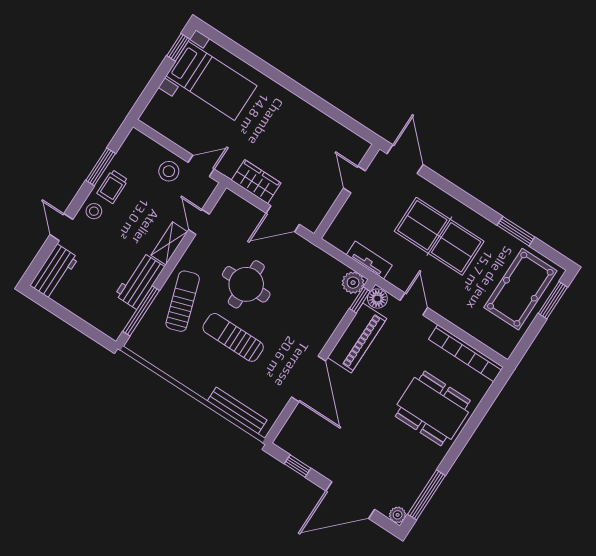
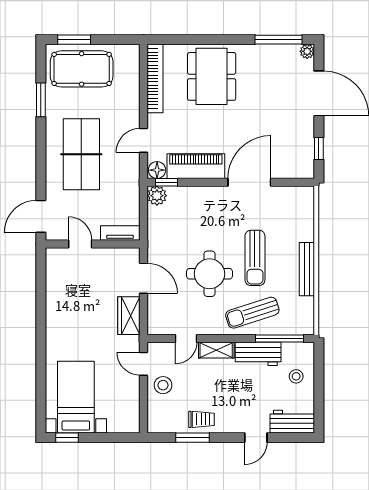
door: (354, 180) -> (80, 244), swing flipped
stool: (94, 211) -> (296, 376), moved
tv unit: (369, 260) -> (120, 233), moved, turned 90
bench: (237, 410) -> (307, 269), moved

